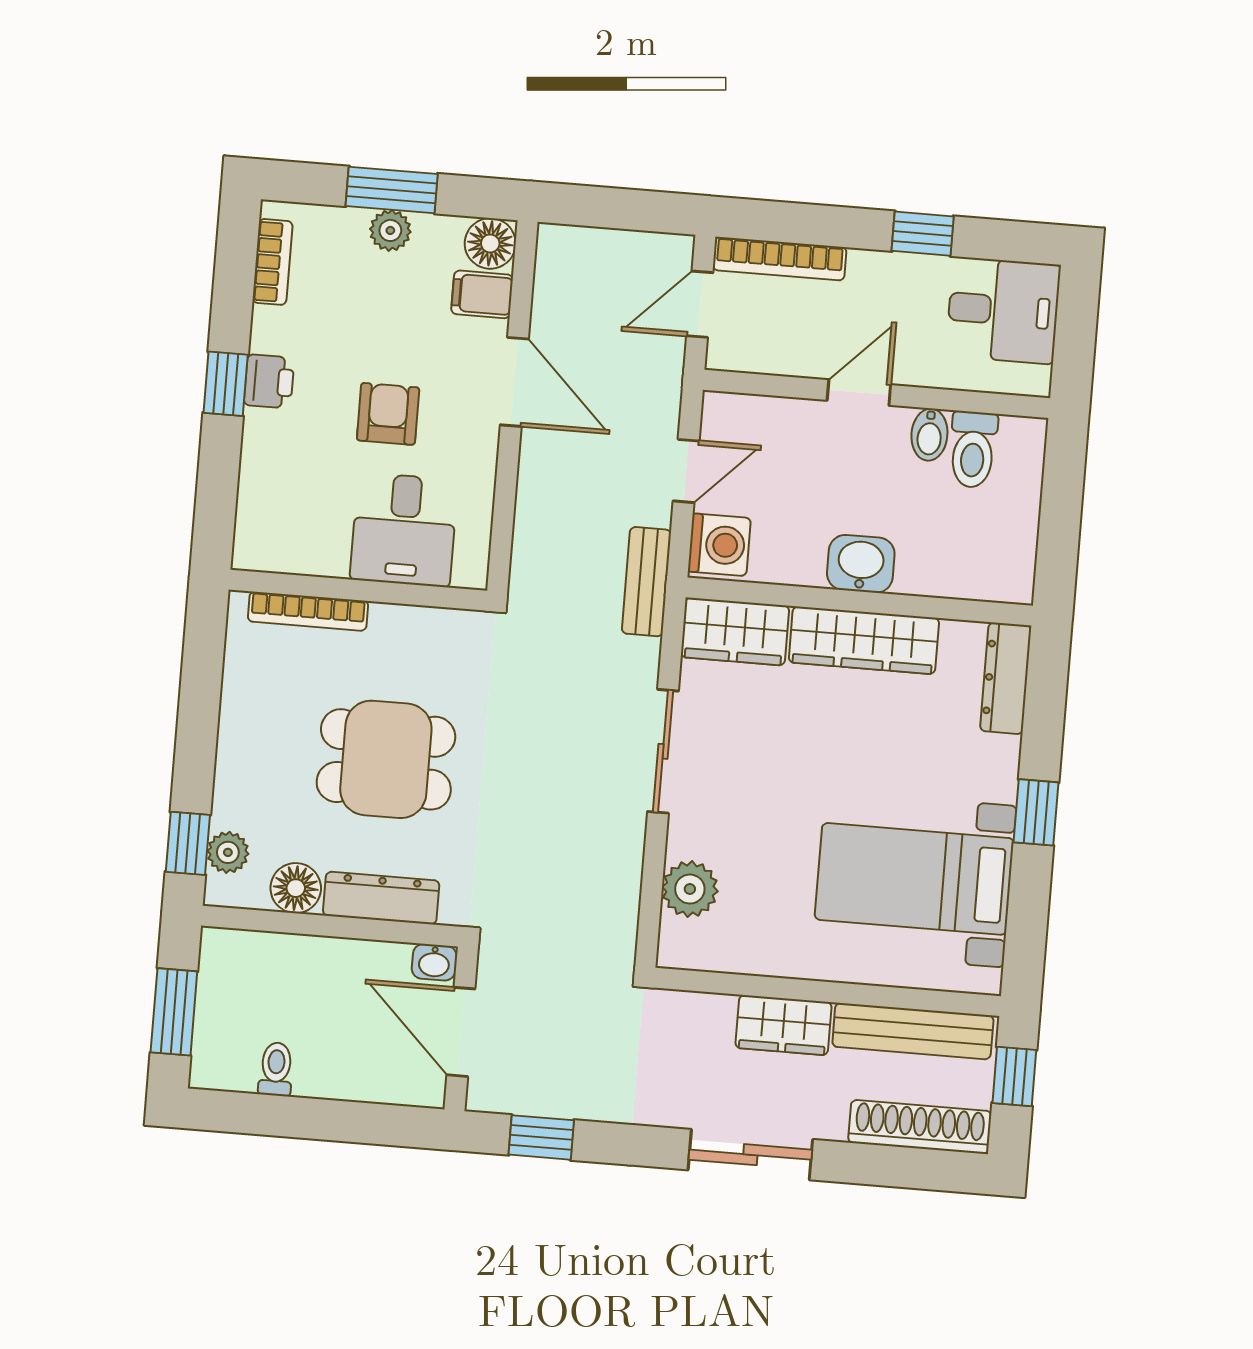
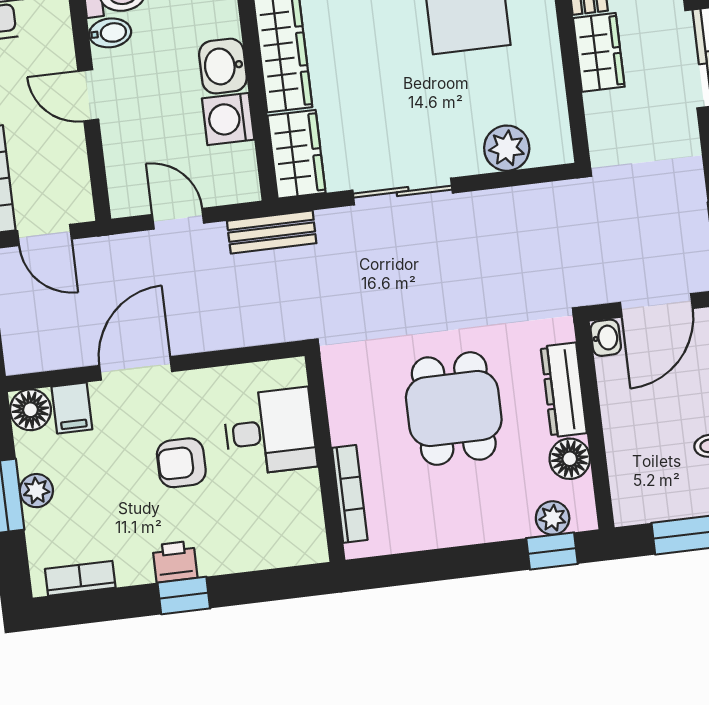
washing machine: (719, 545) -> (228, 119), moved, turned -90

